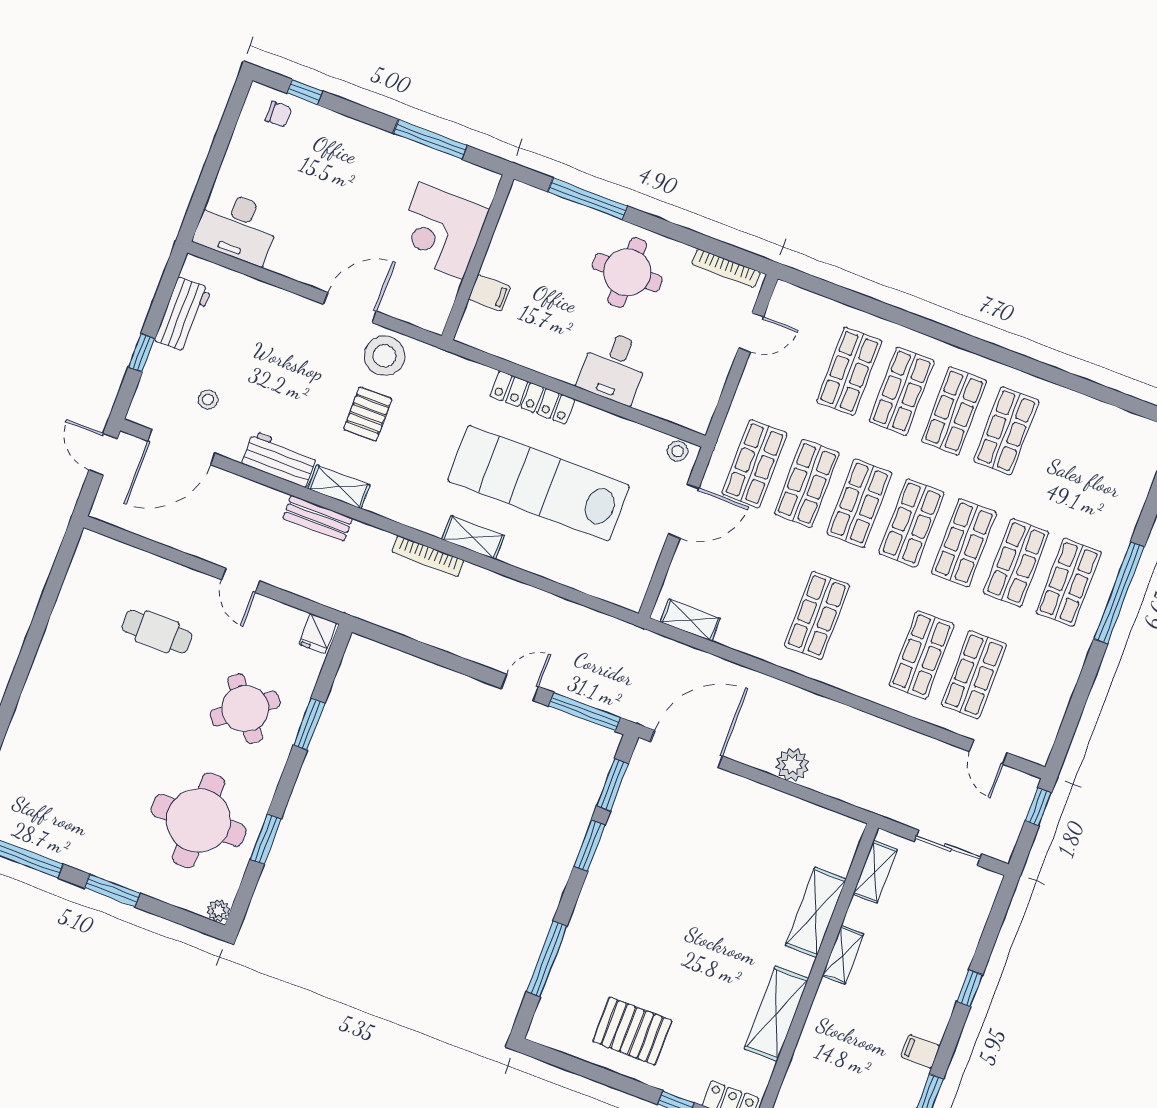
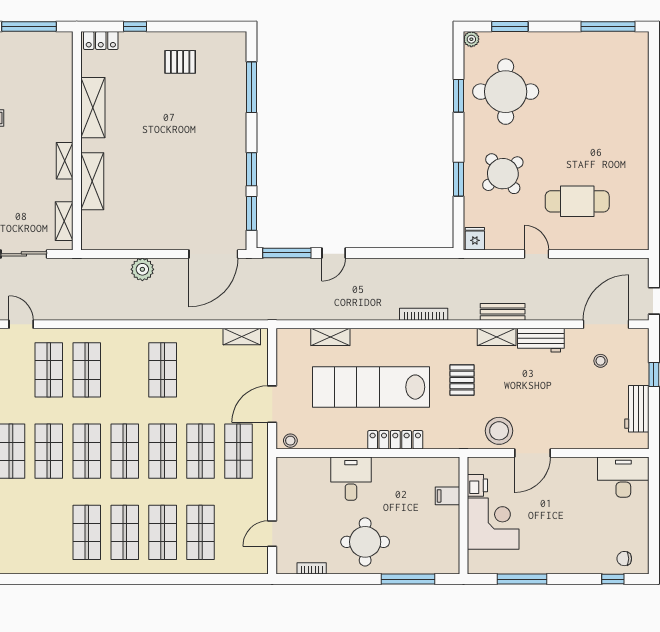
bookcase: (726, 268) -> (312, 568), width x0.64
printer: (443, 292) -> (477, 485), added
pallet: (368, 414) -> (462, 380), moved
lab bench: (538, 483) -> (371, 387), turned 180
shelving: (473, 537) -> (330, 337), moved
cafe table: (157, 632) -> (577, 201), width x1.37, depth x1.35
window: (112, 891) -> (510, 26), moved
pallet: (632, 1031) -> (180, 62), width x0.67, depth x0.71

